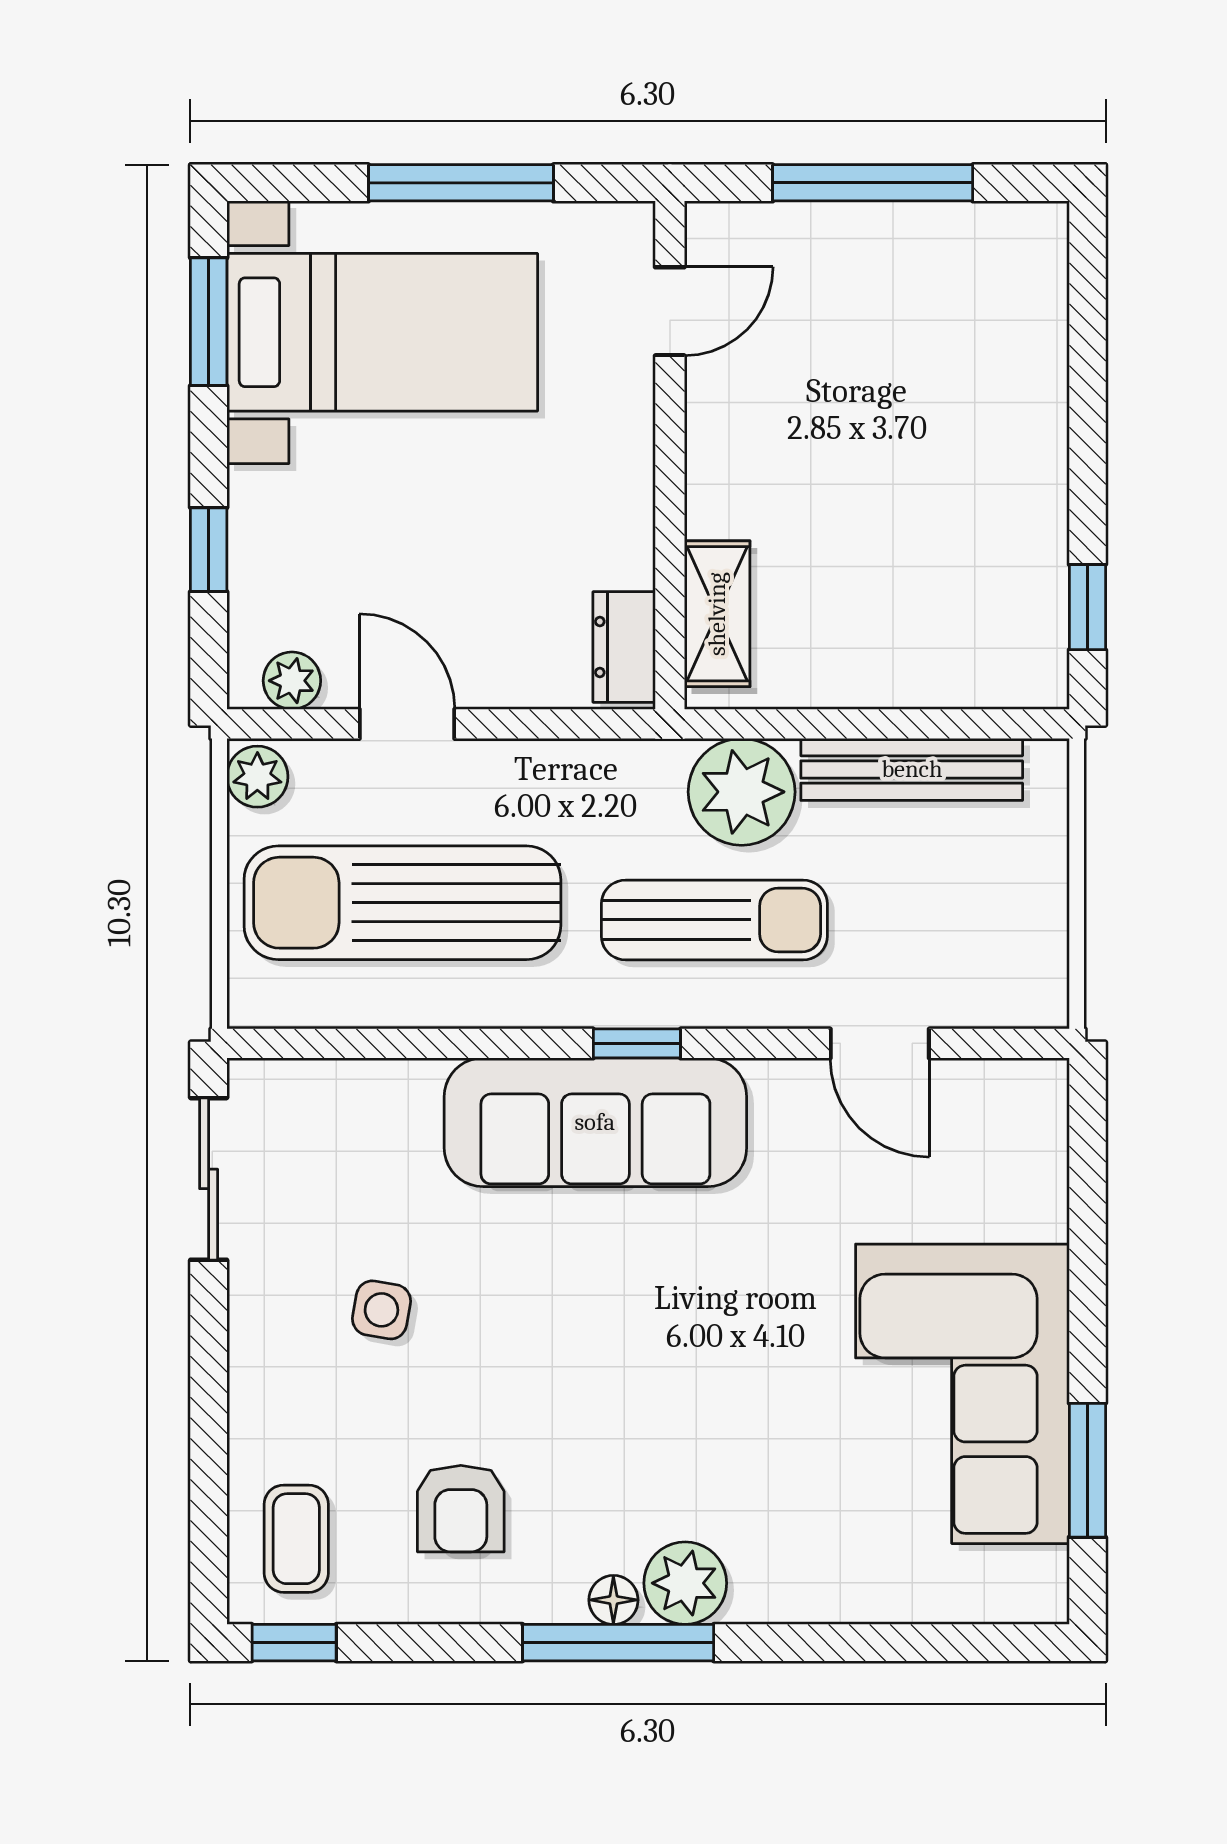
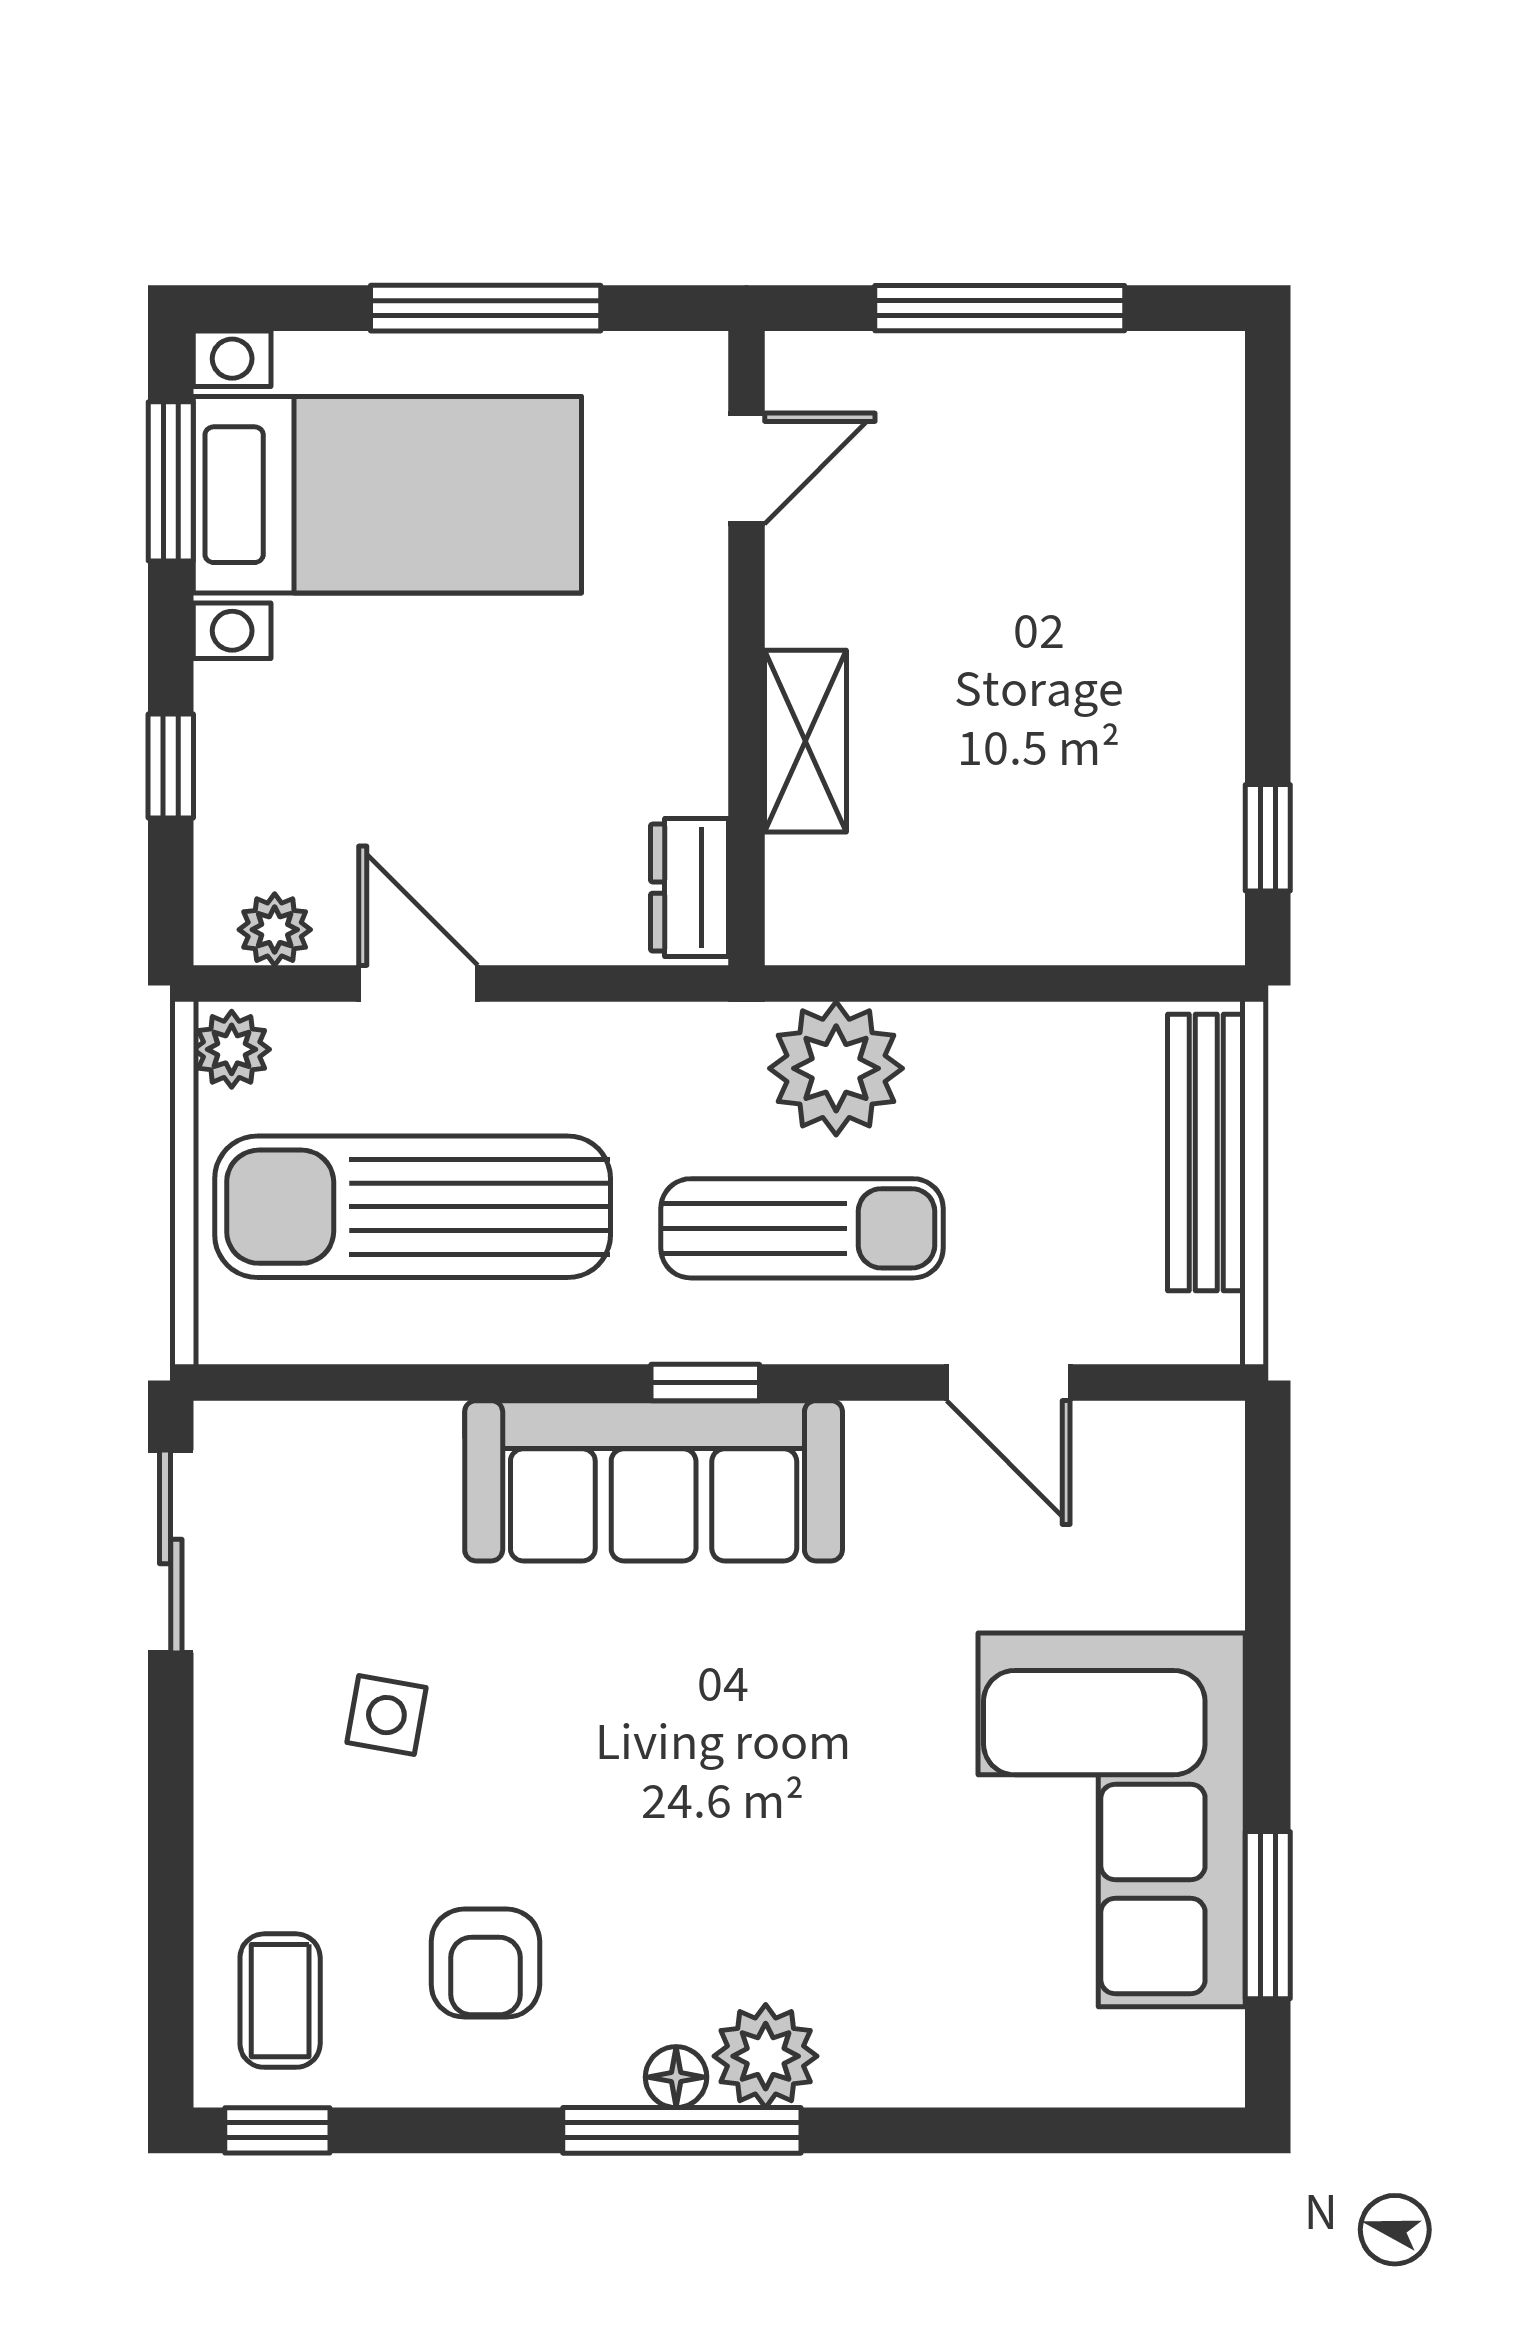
shelving: (717, 614) -> (805, 741), moved
bench: (912, 769) -> (1206, 1153), moved, turned 90

